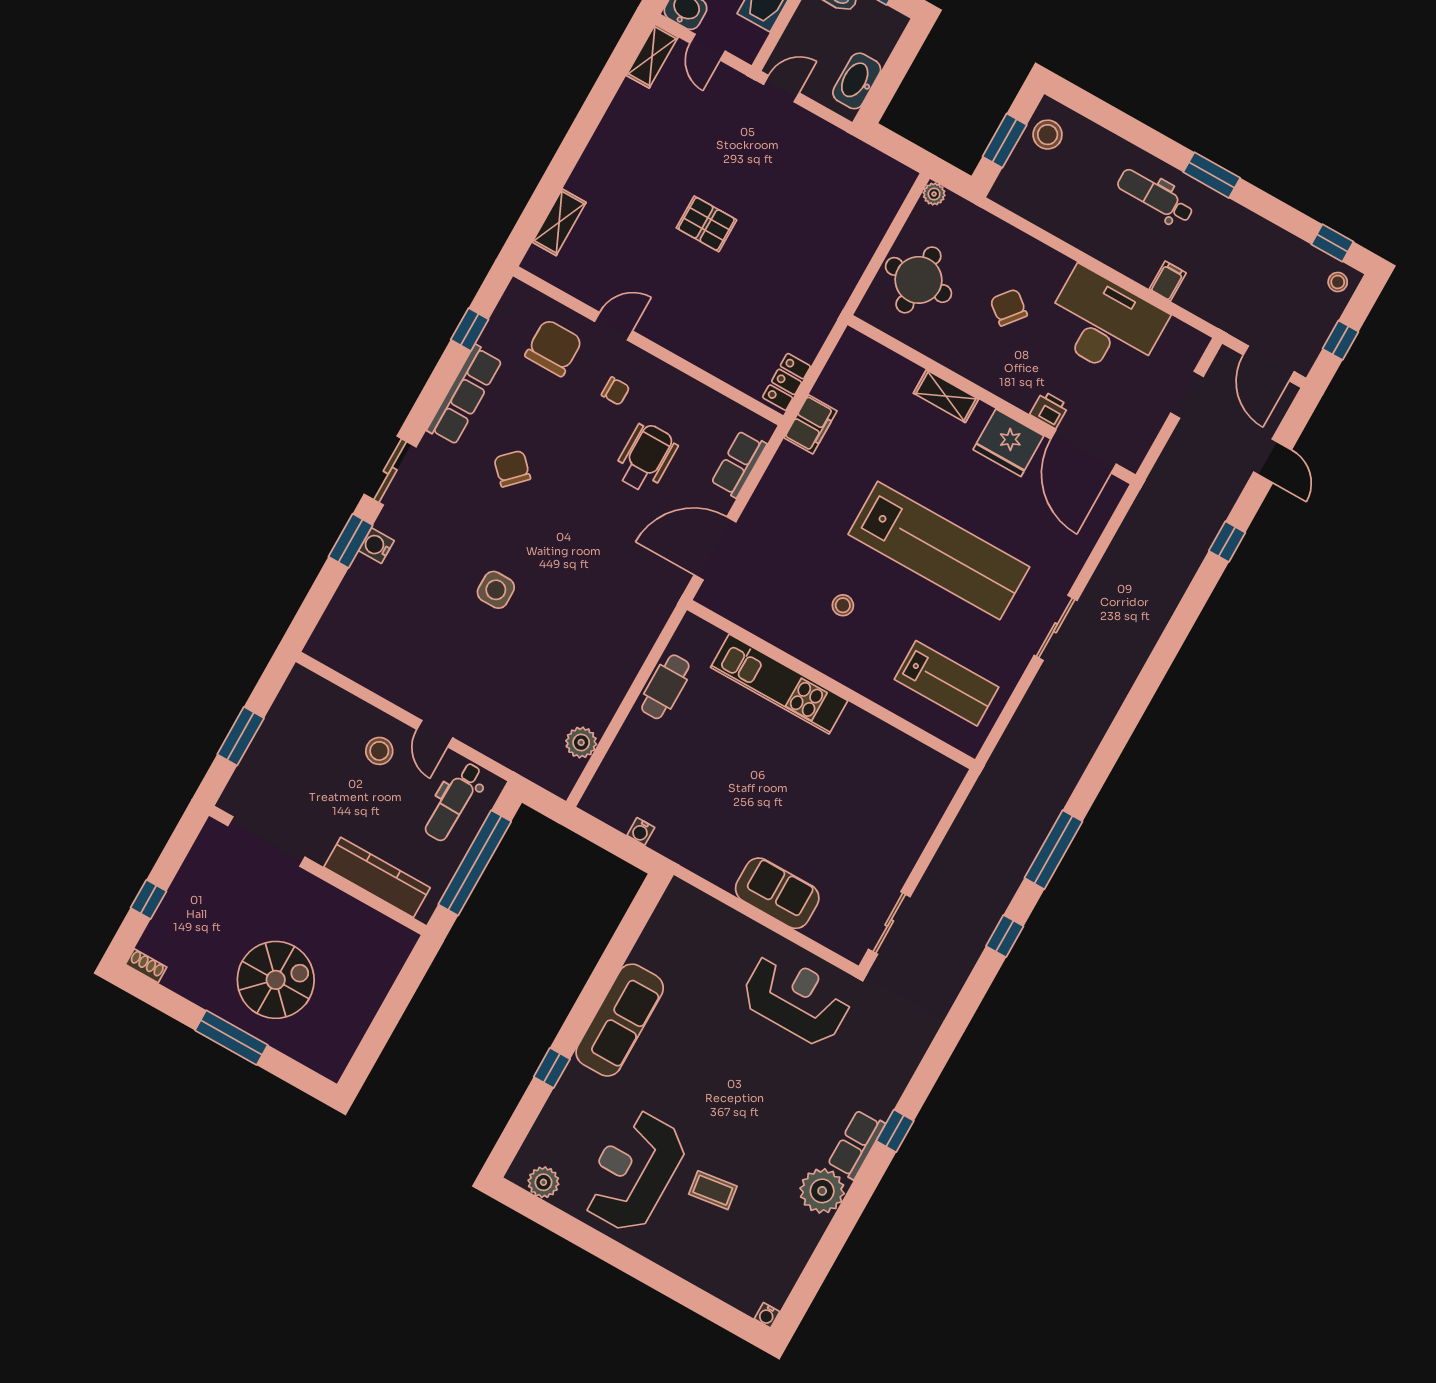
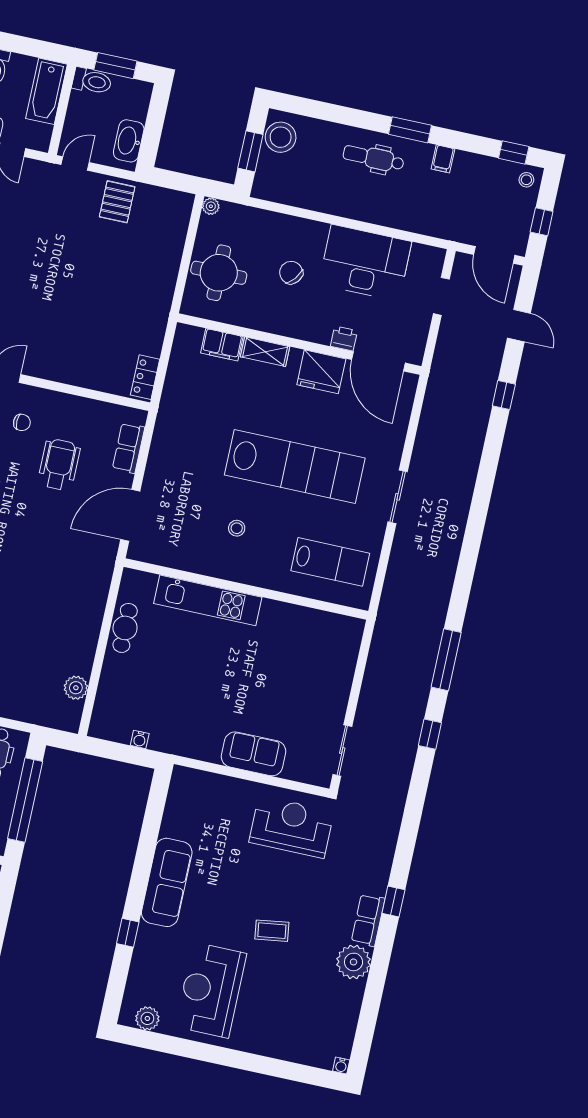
stool: (1048, 135) -> (281, 137), width x1.38, depth x1.38
pallet: (706, 224) -> (117, 202), moved, turned 90
filing cabinet: (1168, 281) -> (443, 159), moved, turned 180
filing cabinet: (811, 424) -> (222, 345), moved, turned 90
coffee table: (713, 1190) -> (272, 931), moved

